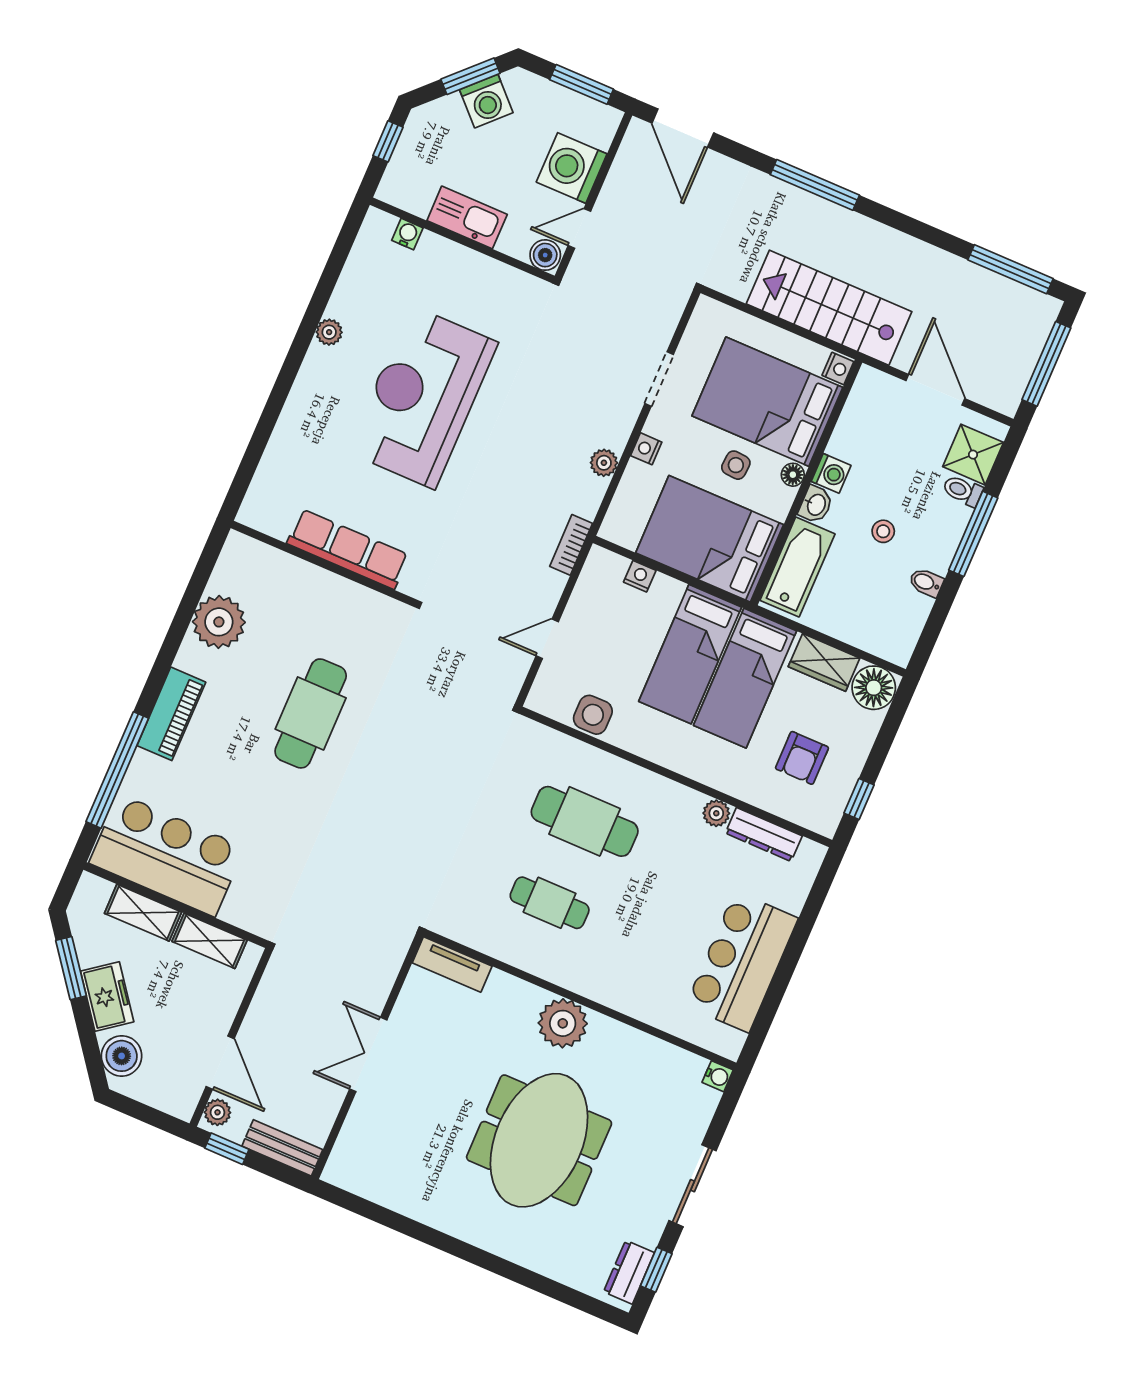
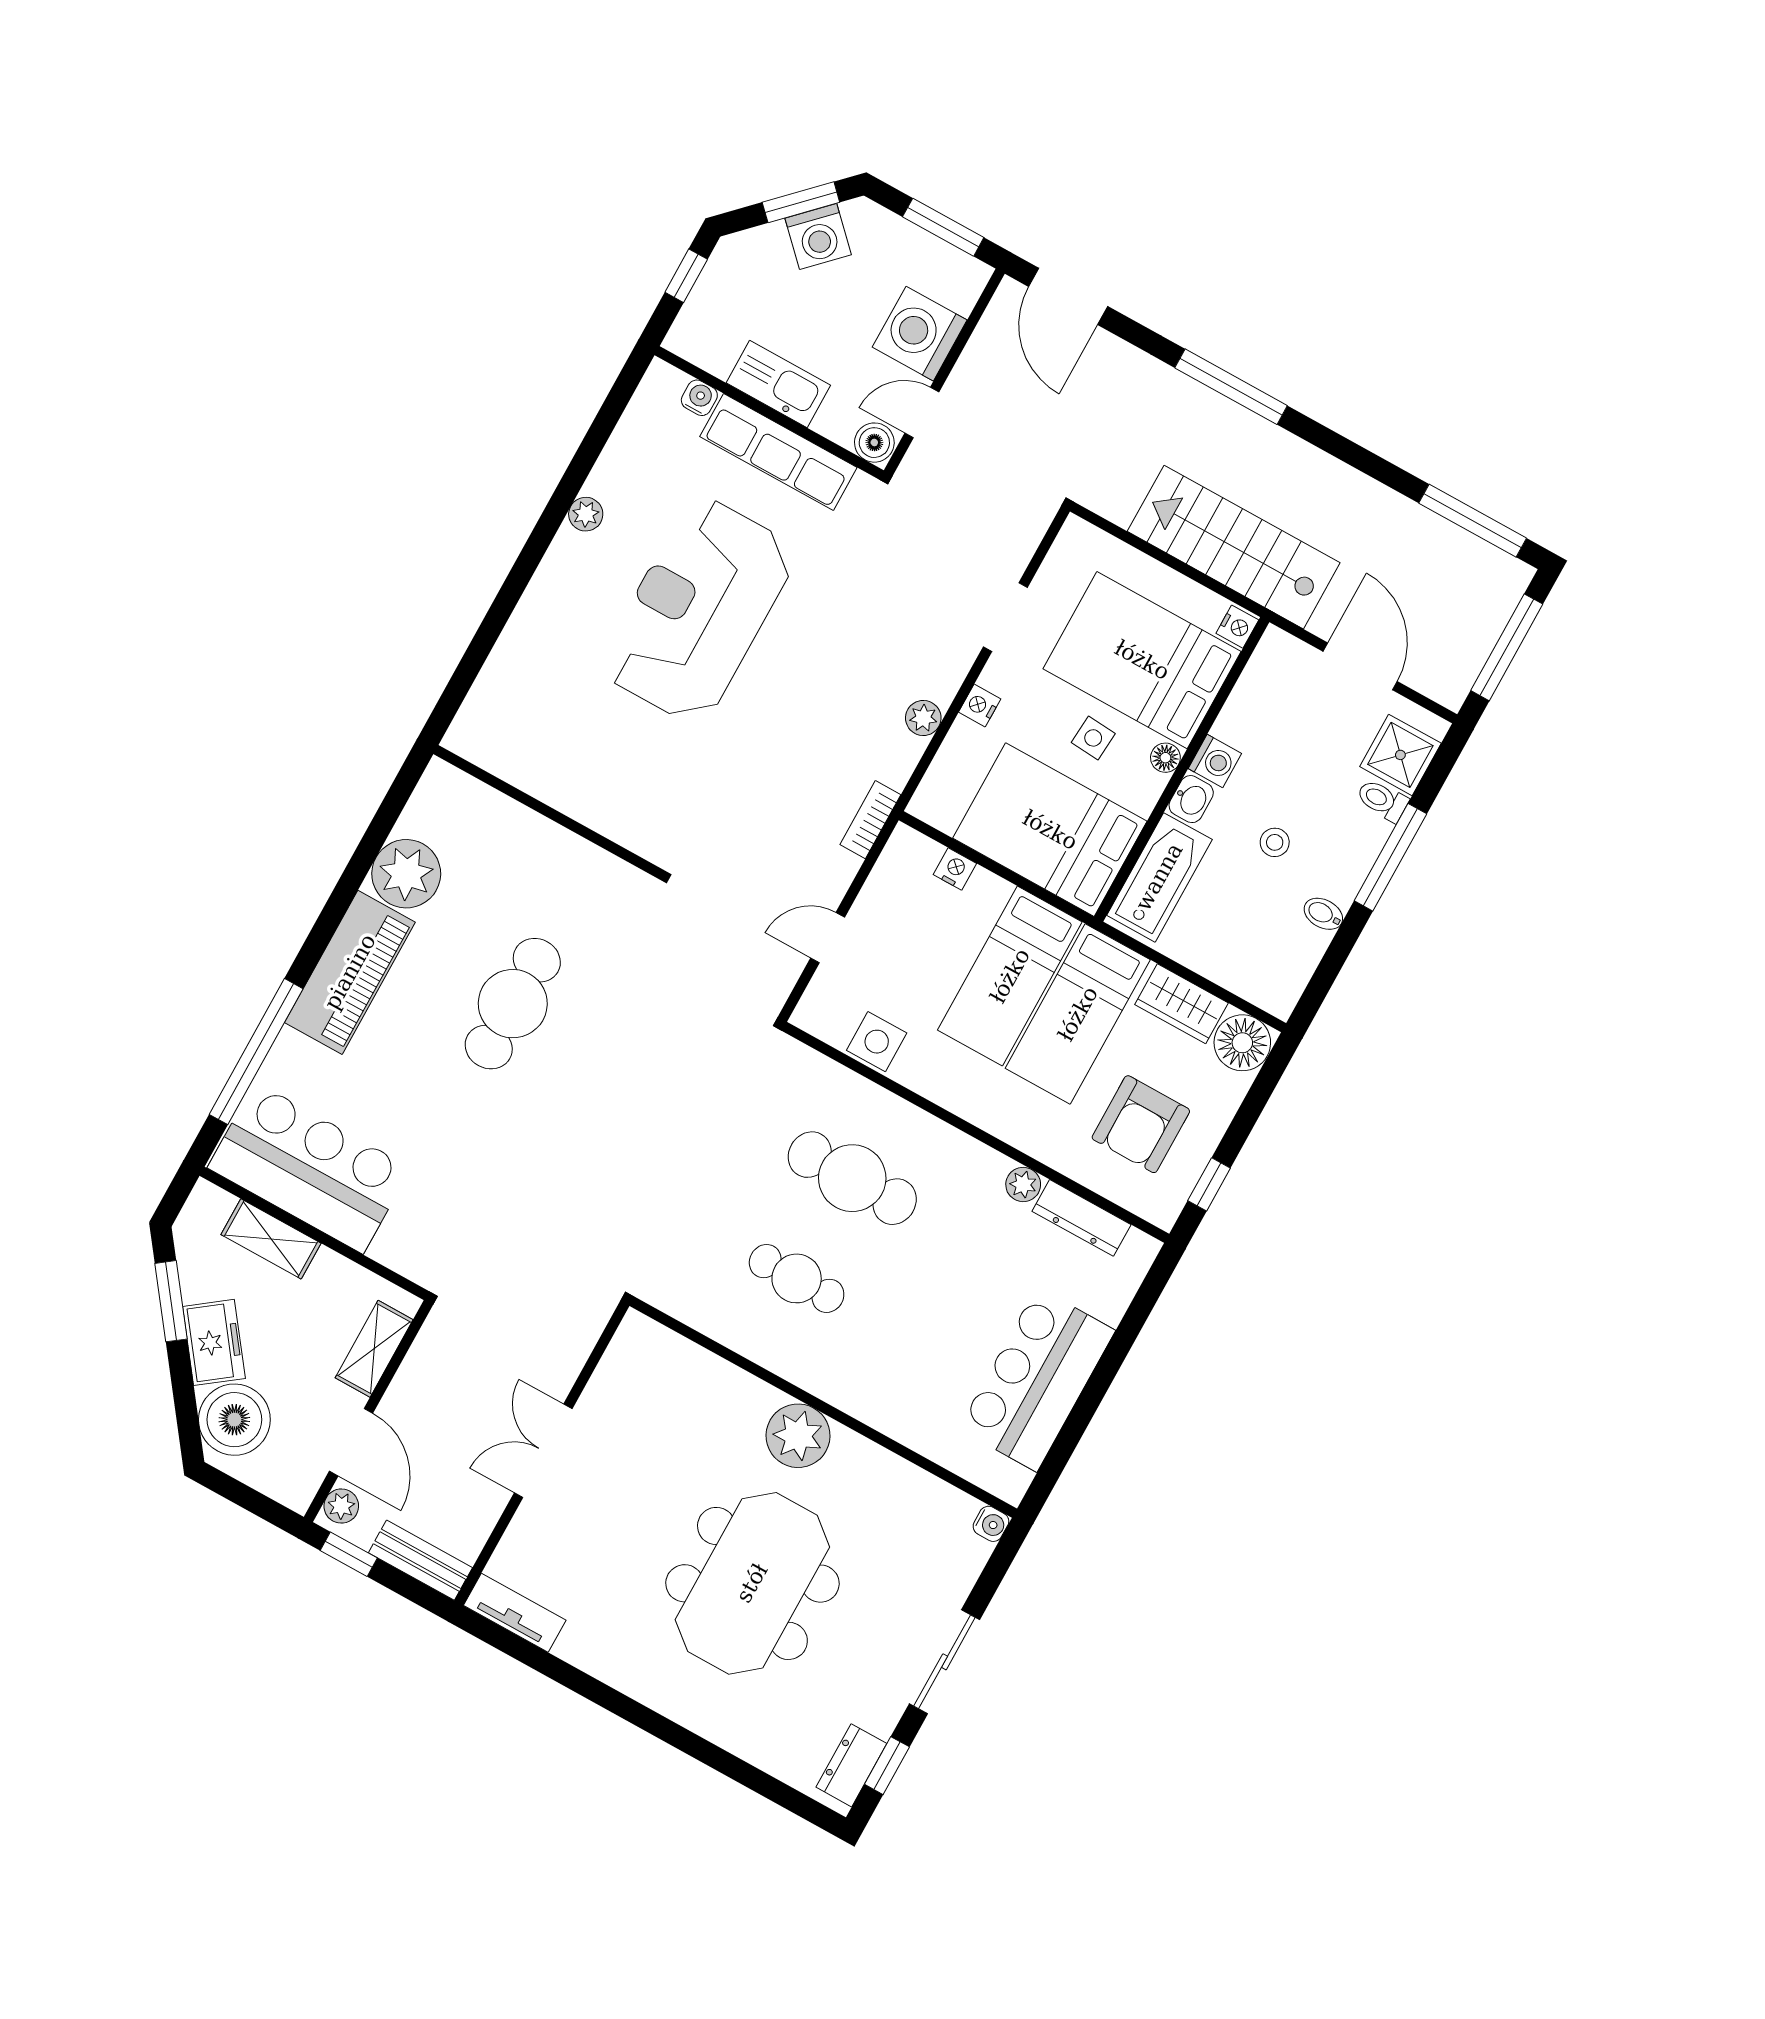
row of seats: (348, 549) -> (778, 452), moved, turned 180
piano: (171, 714) -> (350, 972), width x1.37, depth x1.33
armchair: (802, 758) -> (1141, 1124), width x1.38, depth x1.38
shelving: (210, 941) -> (374, 1349), moved, turned 90
tv unit: (452, 964) -> (515, 1613), moved, turned 180
boiler: (122, 1056) -> (234, 1420), width x1.37, depth x1.37

